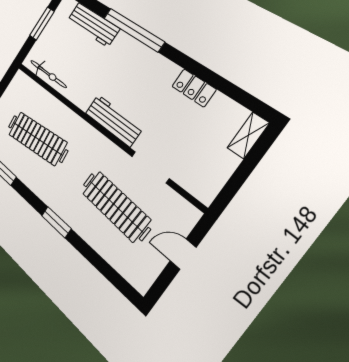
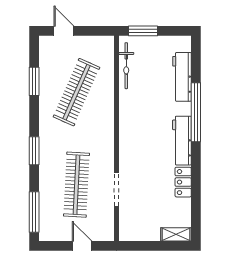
window: (42, 24) -> (143, 31), moved
workbench: (114, 120) -> (182, 141), moved, turned 180
clothes rail: (37, 138) -> (77, 92), turned 30
window: (111, 274) -> (34, 212), added

